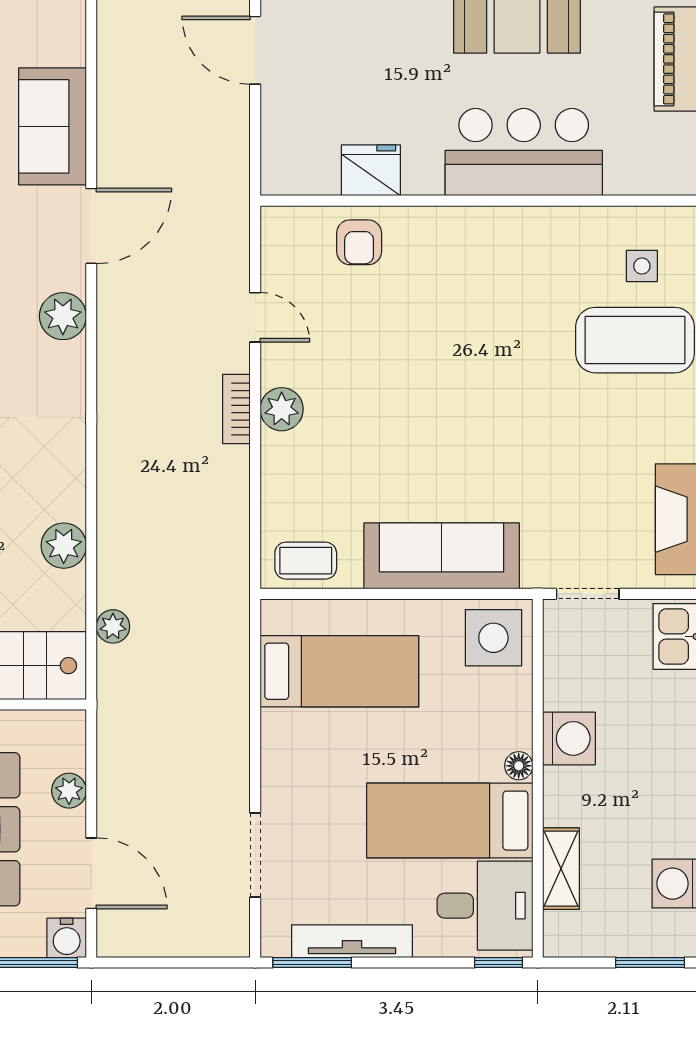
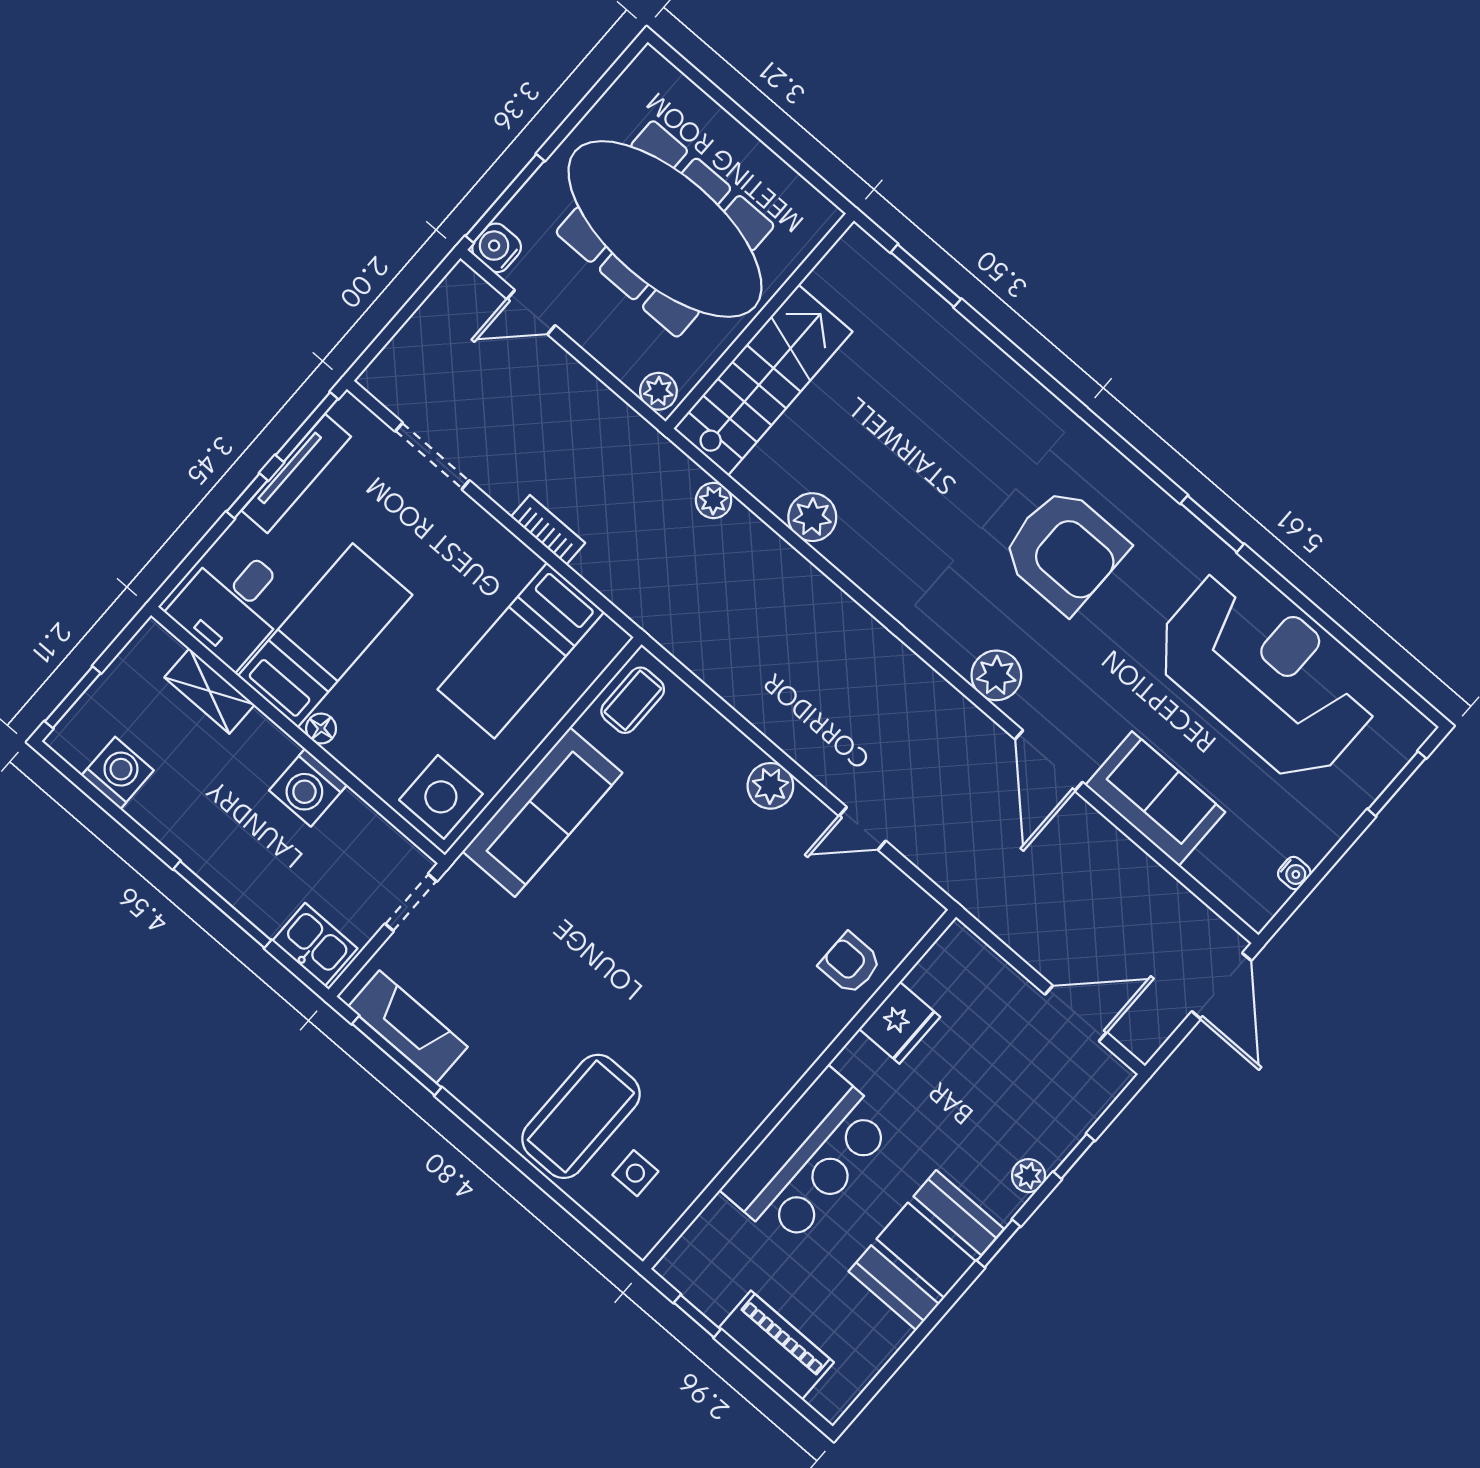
bookcase: (236, 409) -> (548, 530), moved
plant: (69, 791) -> (658, 391), moved
door: (91, 873) -> (531, 312), width x0.73
window: (499, 963) -> (247, 496), moved

